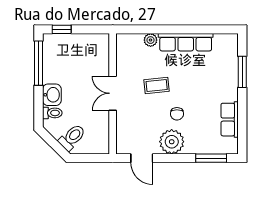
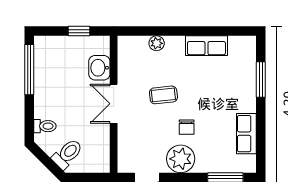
window: (62, 29) -> (79, 31), moved
row of seats: (186, 42) -> (206, 46), width x0.68
washbasin: (52, 95) -> (99, 68), moved, turned 180

